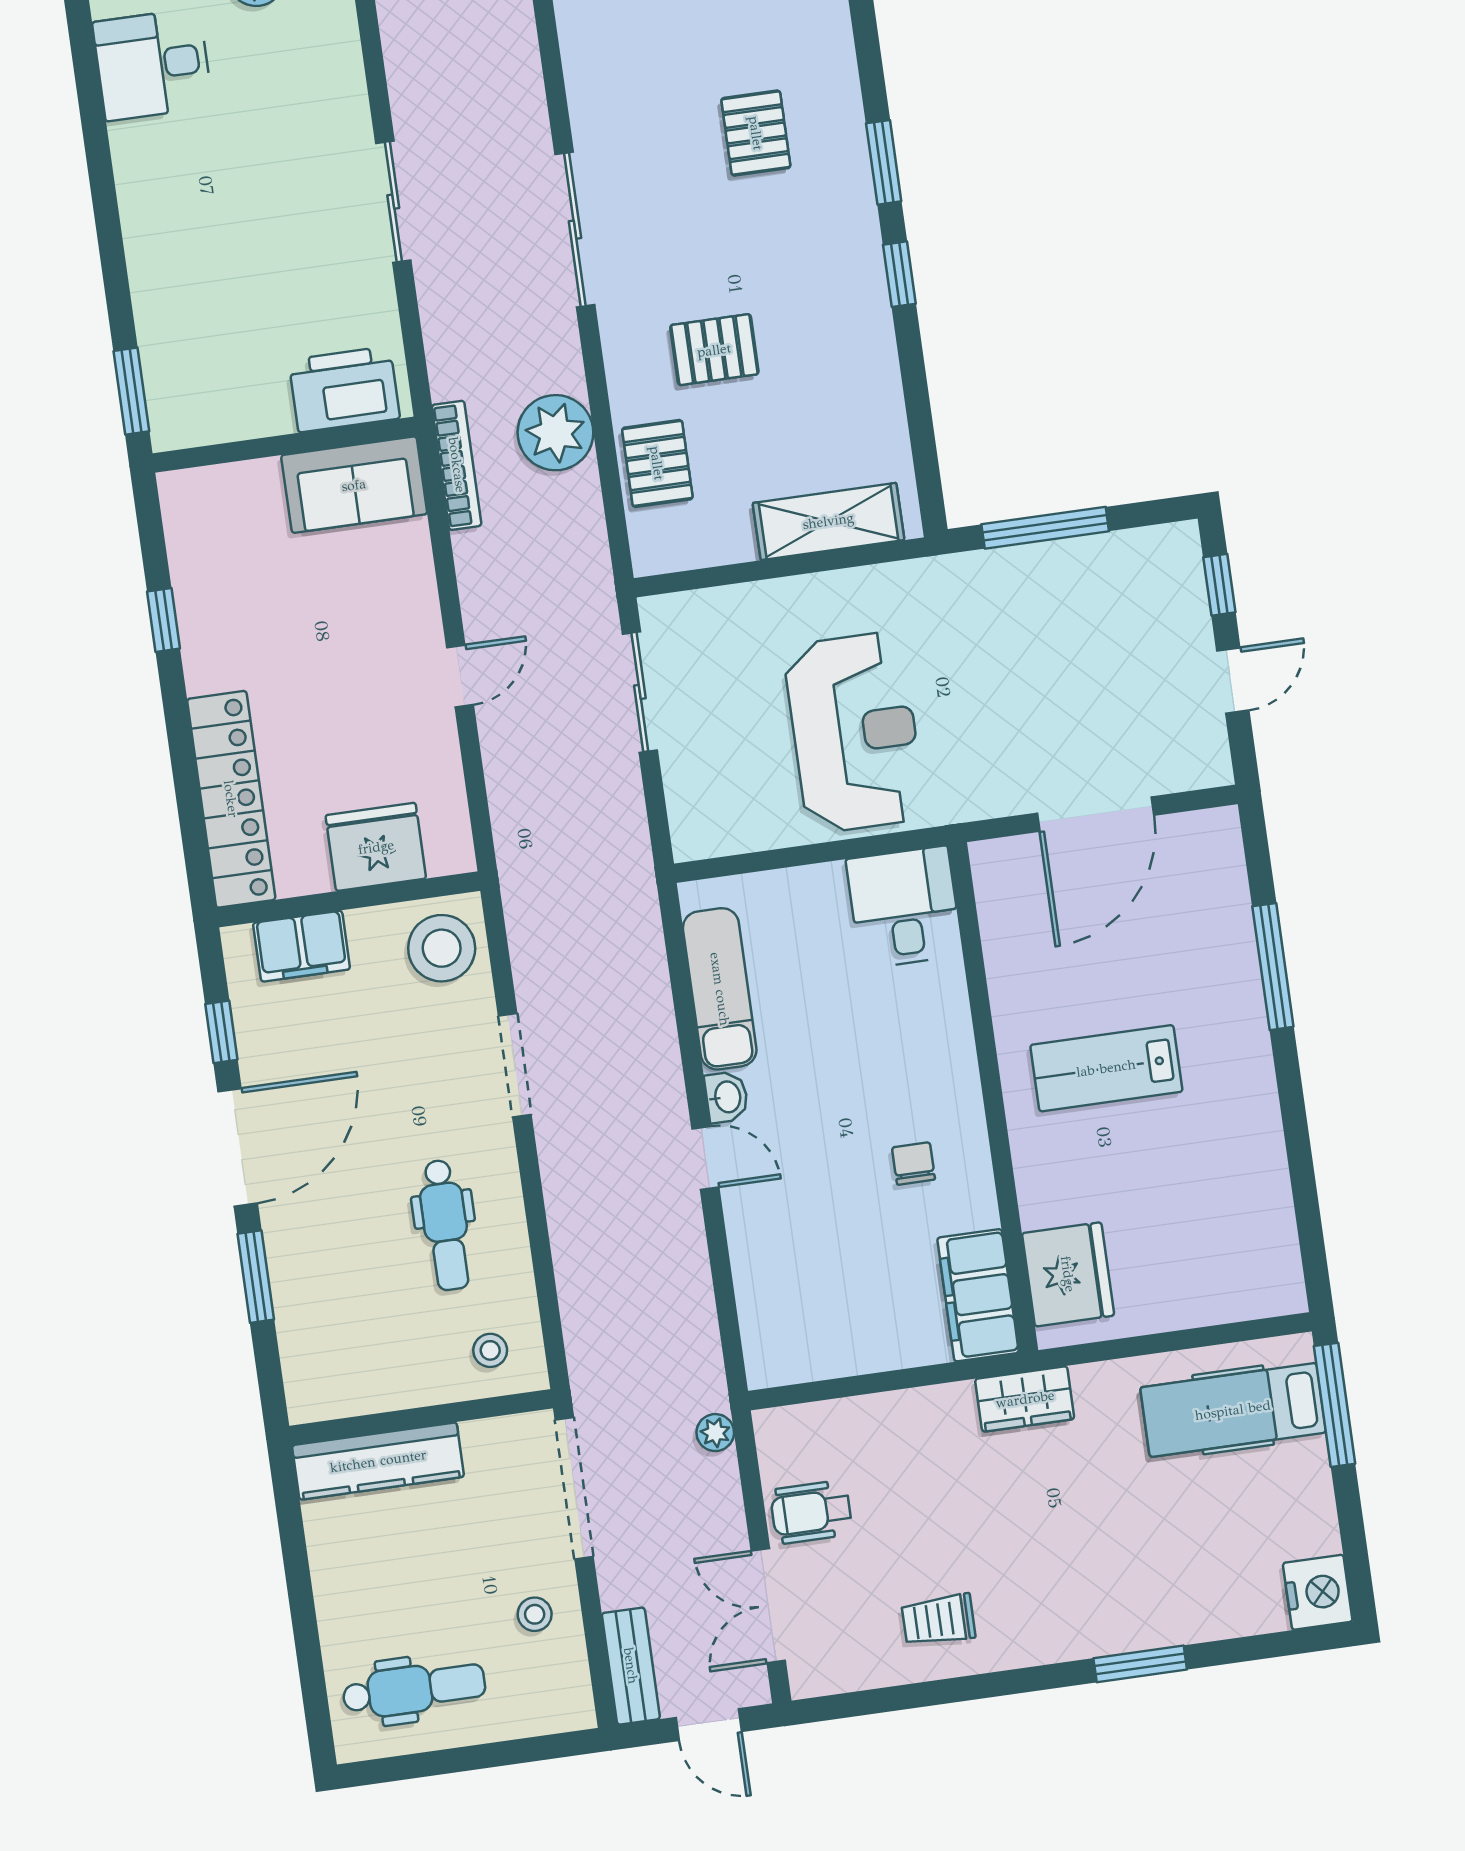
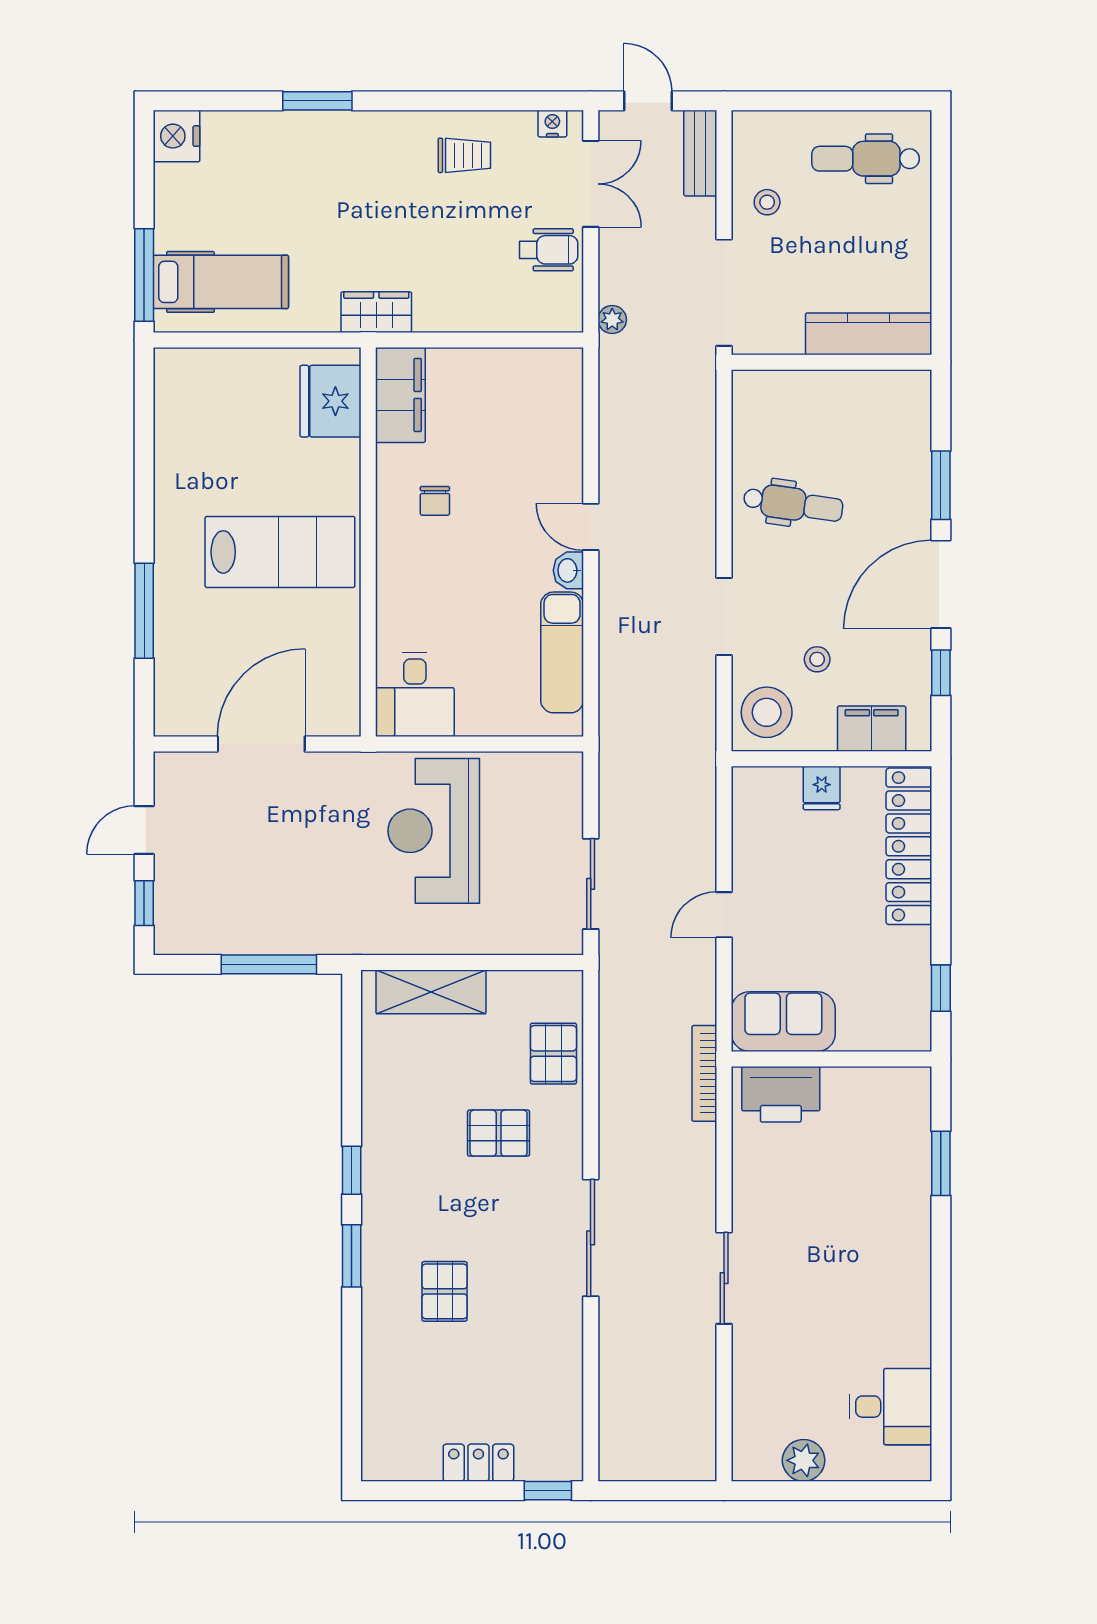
printer: (344, 389) -> (781, 1094), moved
plant: (555, 433) -> (627, 1088), removed
wall: (284, 445) -> (832, 1059), moved
sofa: (354, 485) -> (783, 1022), moved
fridge: (376, 847) -> (822, 788), width x0.53, depth x0.75
lab bench: (1106, 1068) -> (280, 552), width x1.36, depth x1.39
dental chair: (445, 1225) -> (793, 504), turned 98
stool: (490, 1350) -> (817, 659), moved
nightstand: (829, 1677) -> (552, 124), added

